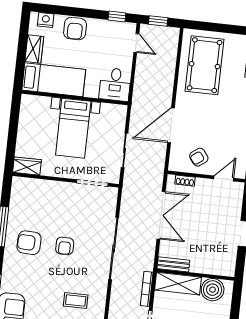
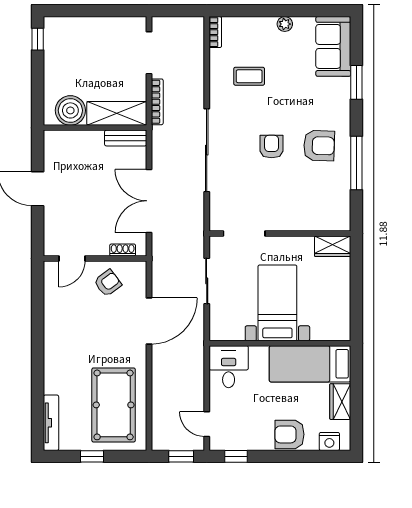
window: (225, 28) -> (92, 456), added
armchair: (75, 29) -> (290, 434), turned -90

